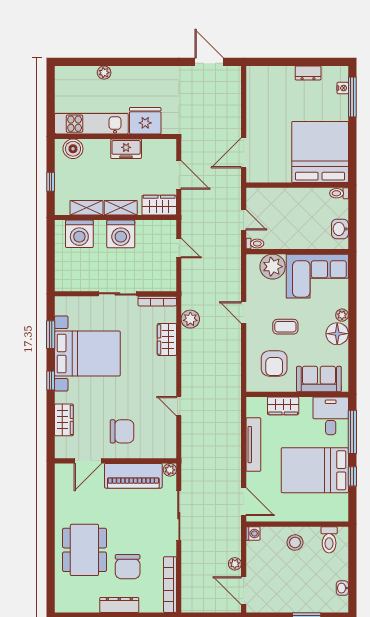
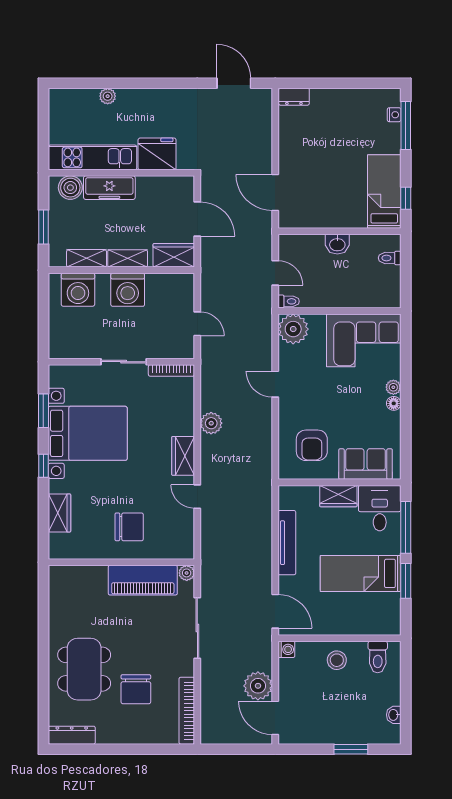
dresser: (308, 73) -> (294, 97), moved
freezer: (126, 149) -> (109, 188), moved, width x1.40
bed: (320, 152) -> (384, 191), width x0.49
door: (244, 153) -> (275, 193), hinge flipped
window: (352, 158) -> (406, 198), added
window: (51, 182) -> (43, 227), width x1.50
toilet: (339, 193) -> (390, 258), moved
washbasin: (340, 229) -> (337, 244), moved, turned -90
door: (179, 248) -> (197, 324), moved
plant: (273, 267) -> (293, 329), moved
plant: (190, 319) -> (211, 423), moved
coffee table: (285, 327) -> (325, 401), removed
floor lamp: (337, 334) -> (394, 403), width x0.53, depth x0.53
wardrobe: (167, 339) -> (183, 456), moved
wardrobe: (283, 406) -> (338, 496), moved
door: (88, 461) -> (88, 562), removed
bed: (315, 470) -> (361, 573), width x0.67
window: (352, 476) -> (406, 581), width x1.50
plant: (235, 564) -> (258, 686), width x1.88, depth x1.88
dresser: (119, 605) -> (72, 735), moved

